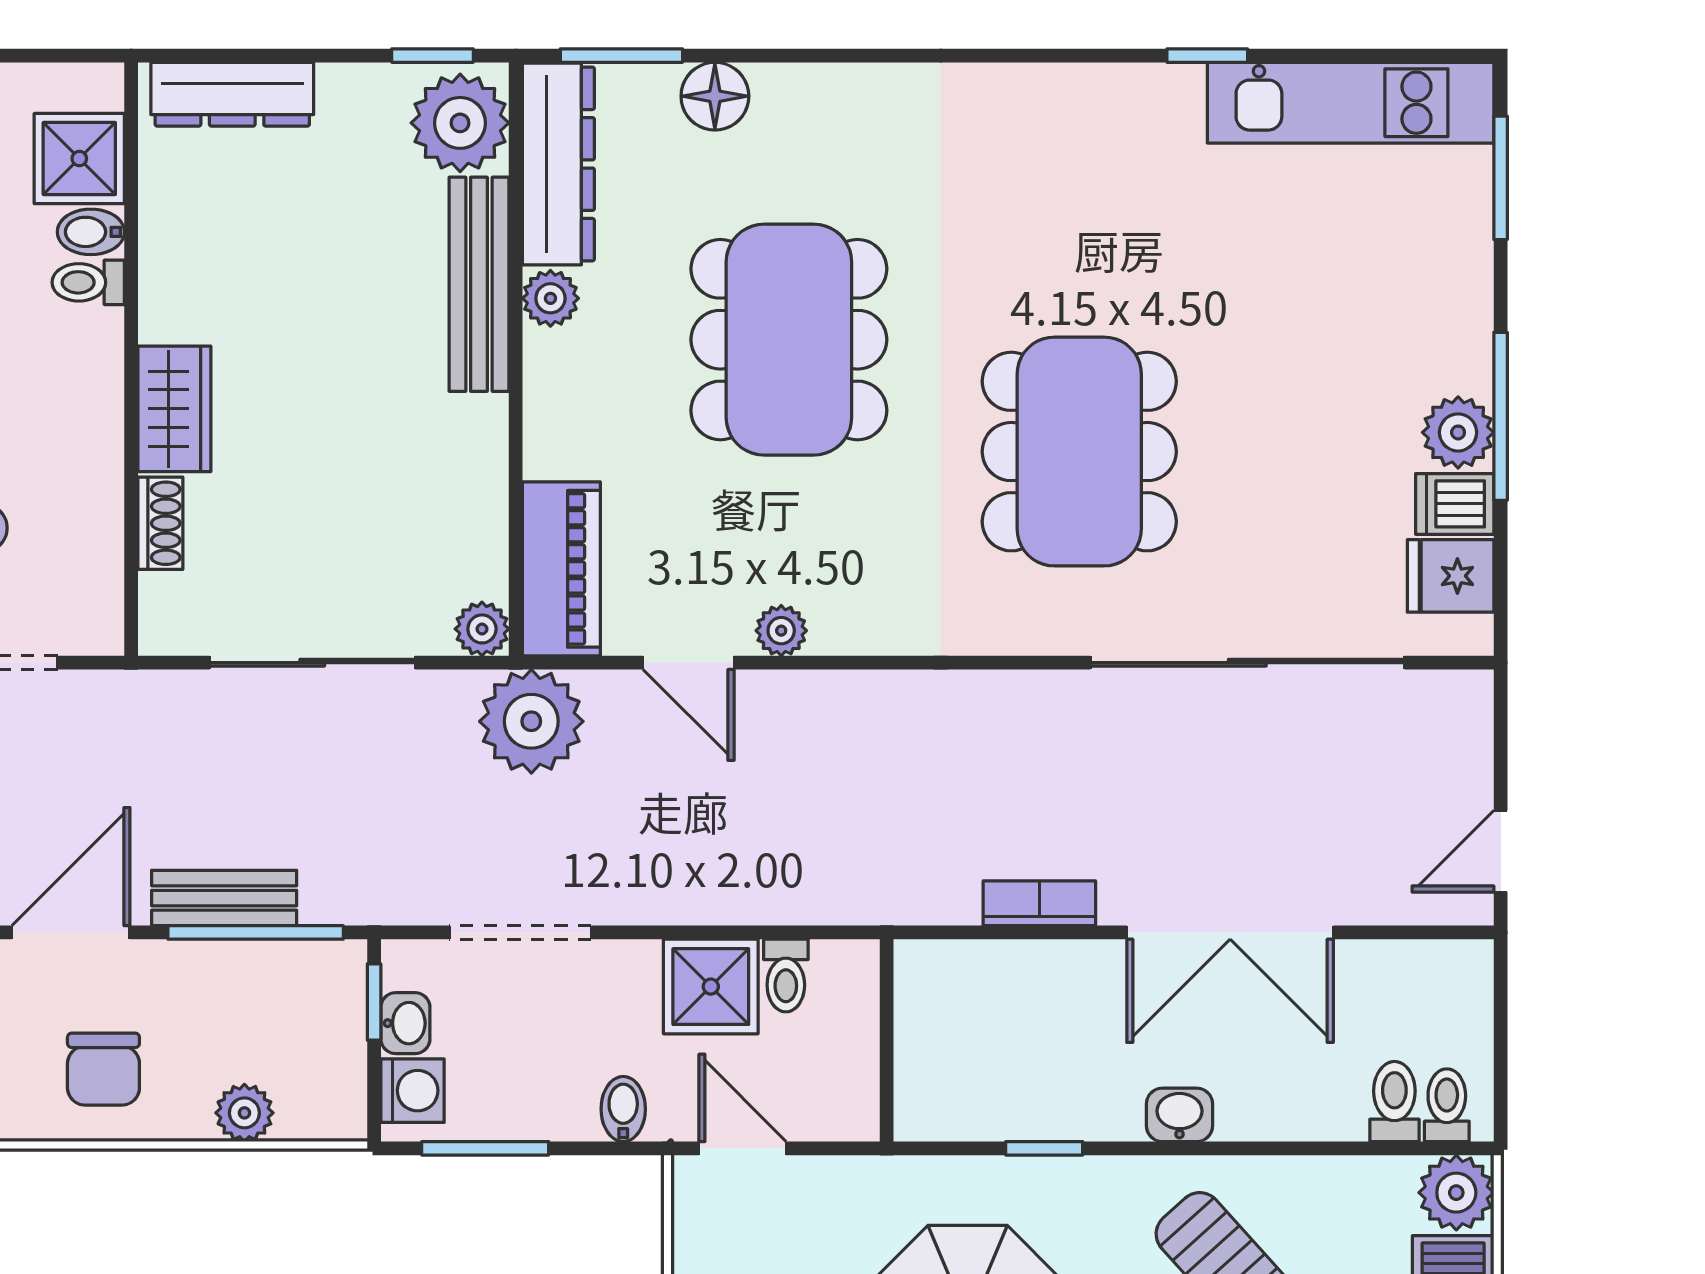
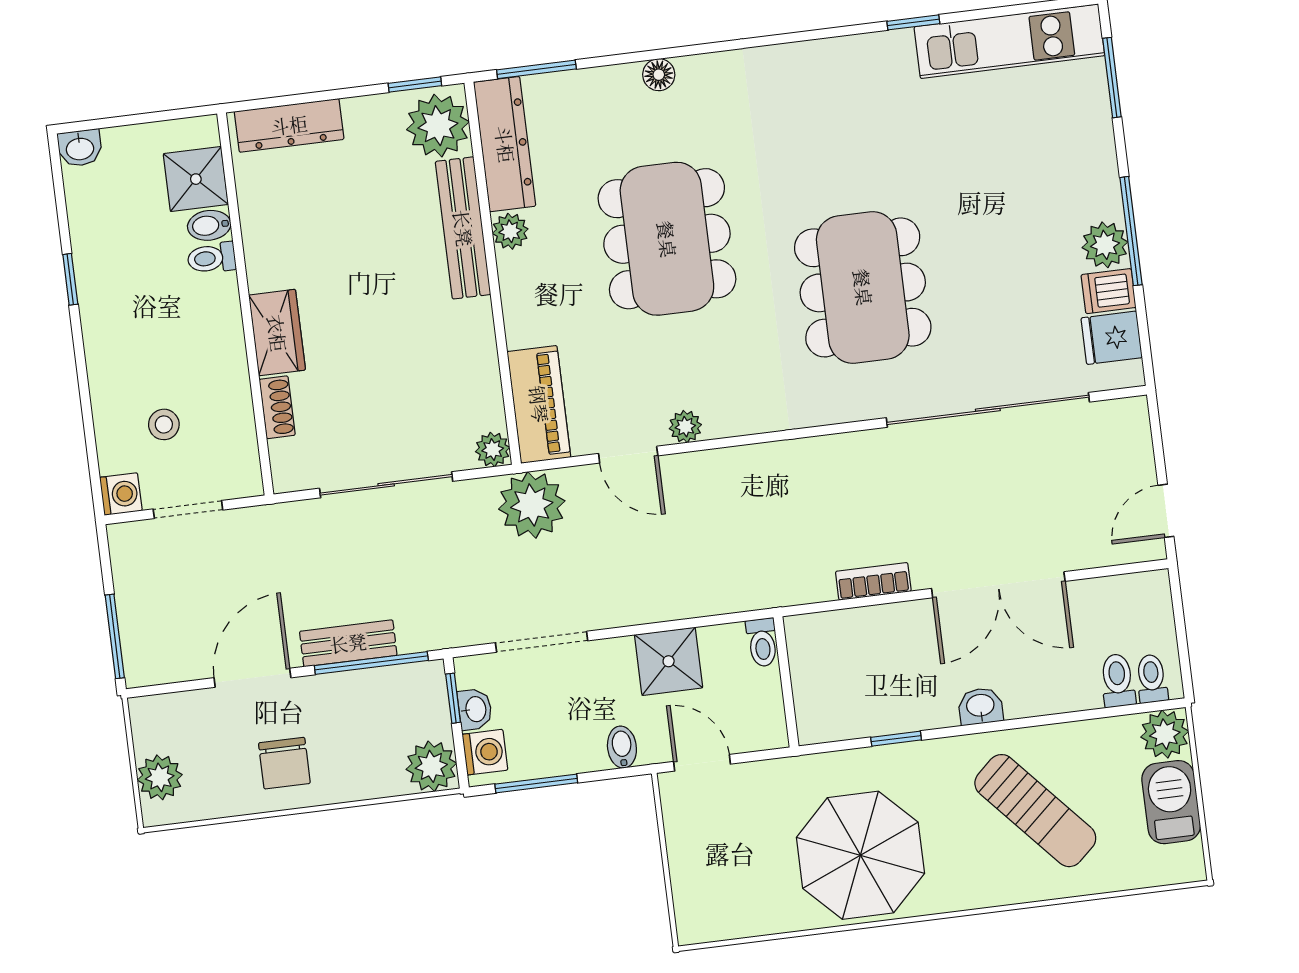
floor lamp: (715, 96) -> (659, 75), moved, width x0.73, depth x0.73
toilet: (786, 976) -> (762, 642), moved
plant: (244, 1113) -> (431, 766), moved, width x1.38, depth x1.38

